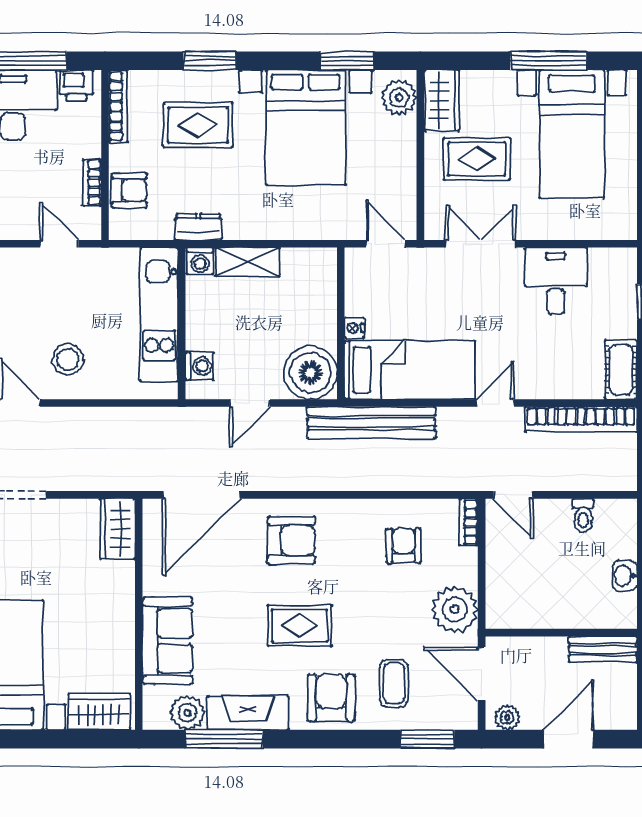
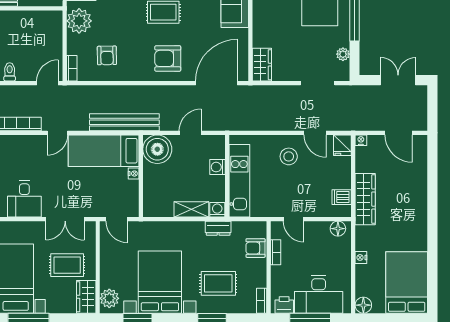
bookcase: (118, 106) -> (262, 301), width x0.64
washing machine: (199, 366) -> (217, 167), moved
door: (513, 495) -> (47, 83), hinge flipped

